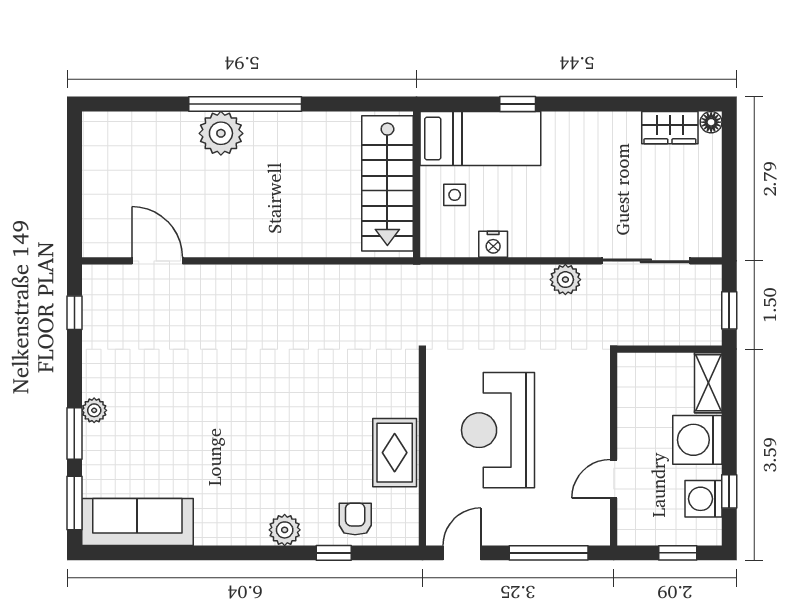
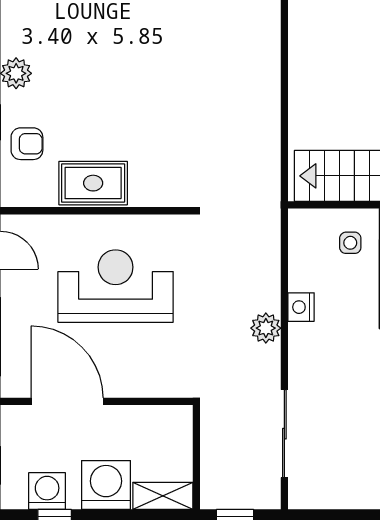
nightstand: (493, 244) -> (301, 307), moved
plant: (565, 280) -> (266, 328), moved
door: (614, 479) -> (67, 401), width x1.88

